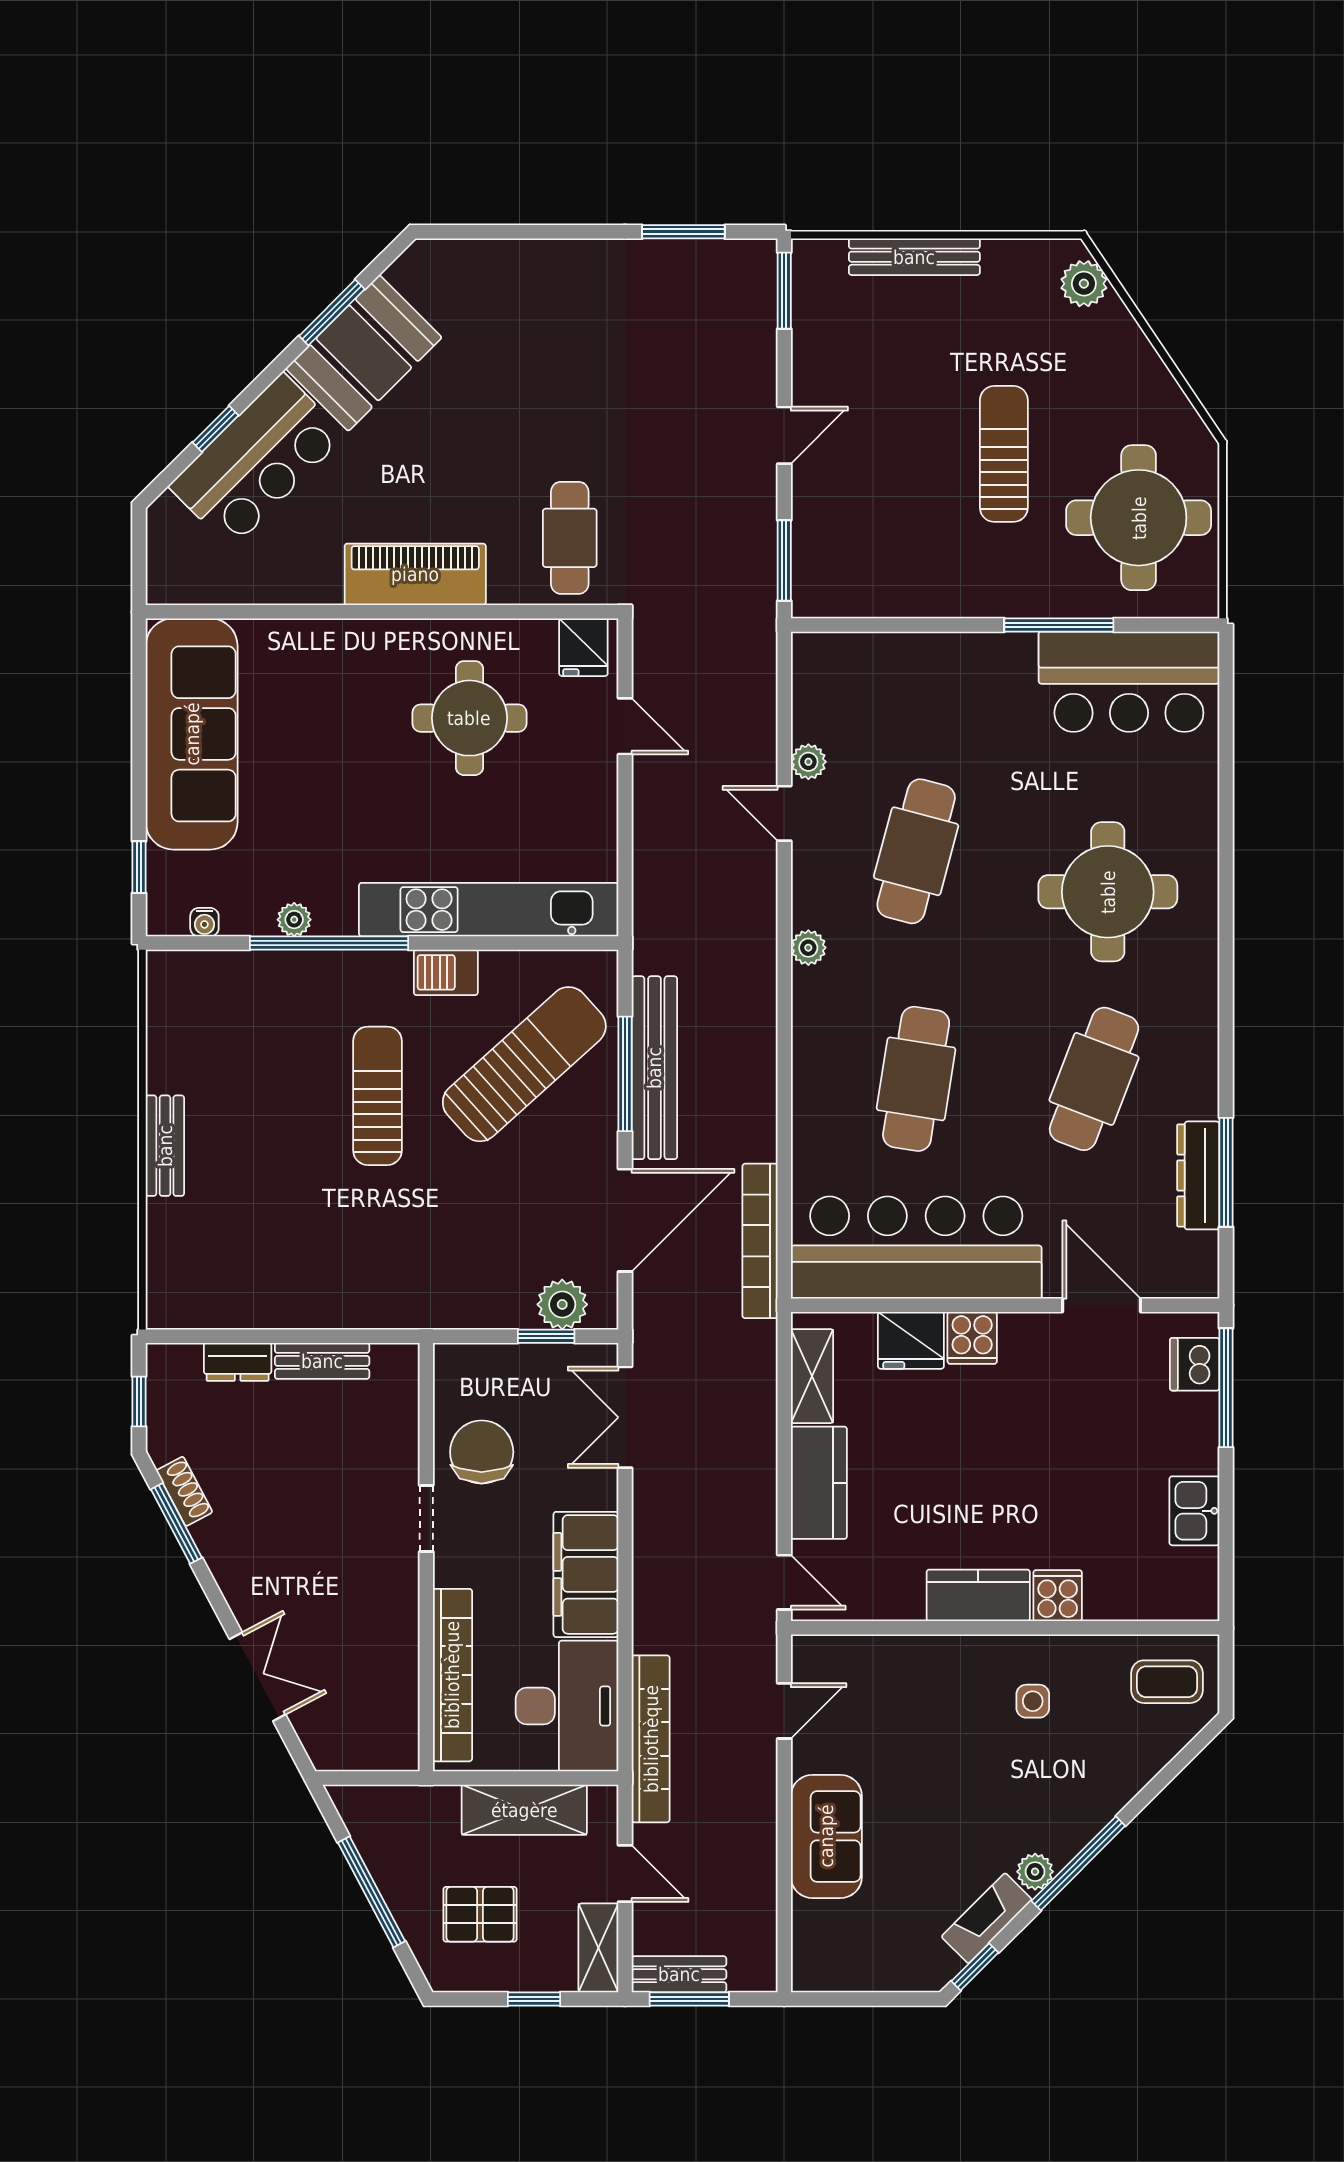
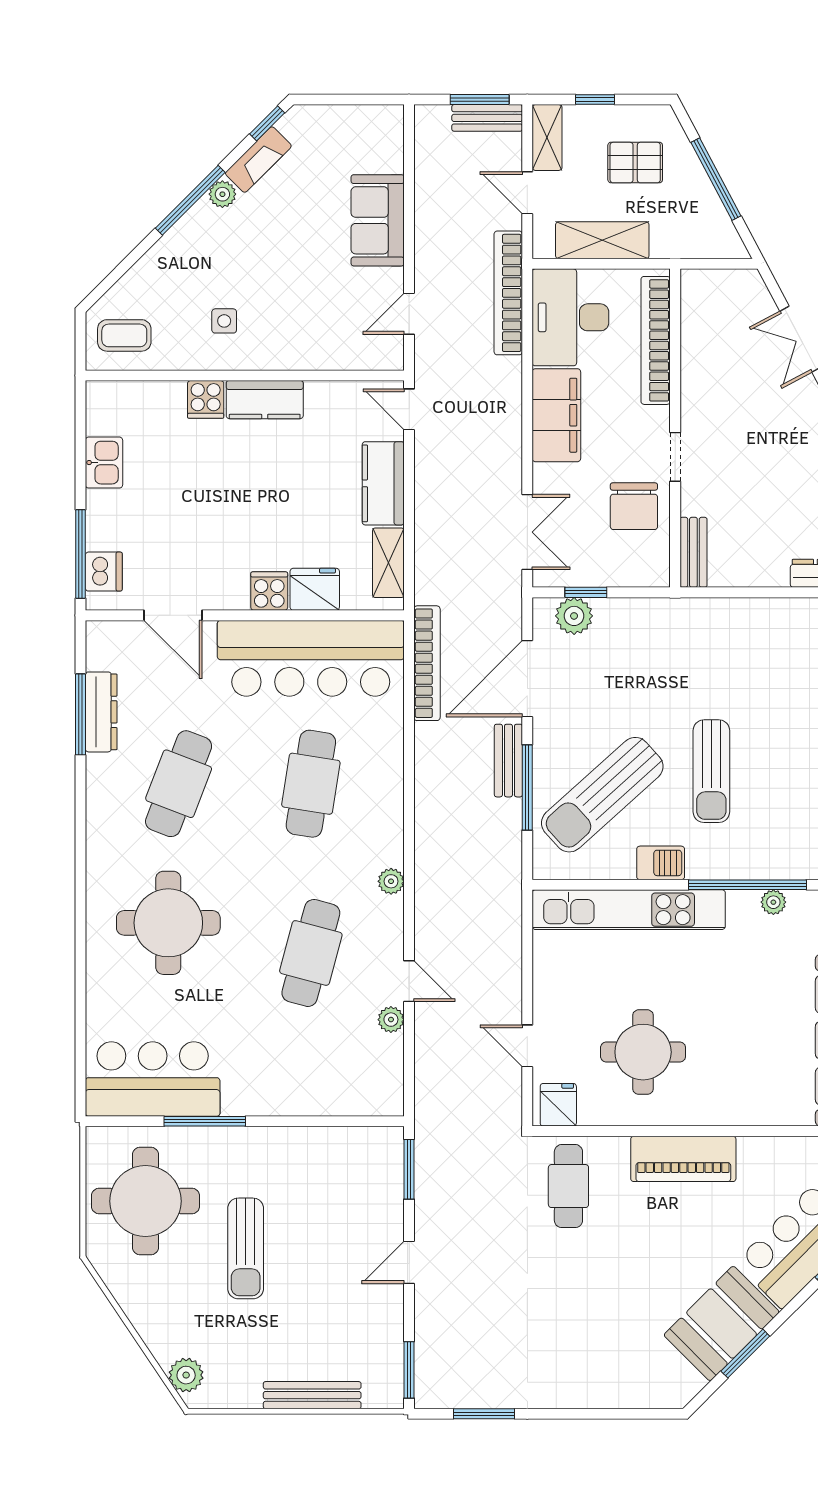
bench: (654, 1068) -> (508, 761), width x0.54, depth x0.82
bench: (322, 1361) -> (693, 552), moved, turned 90

